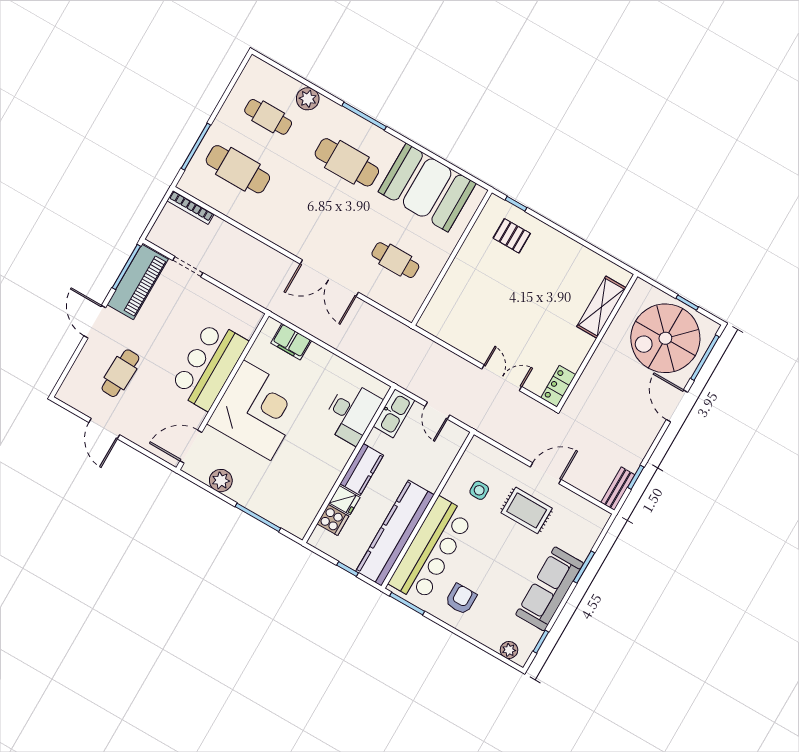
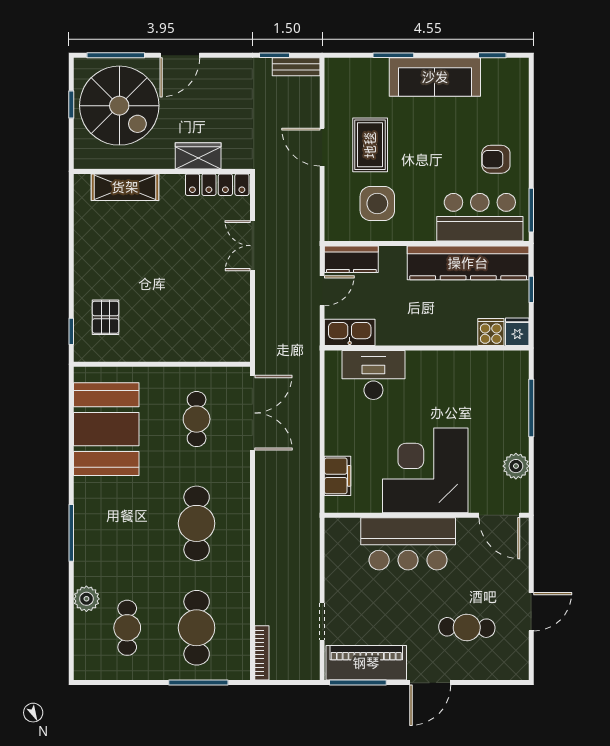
cafe table: (347, 162) -> (197, 523), moved
double door: (329, 278) -> (252, 413), moved
wardrobe: (593, 376) -> (198, 156), added
locker: (558, 386) -> (217, 185), width x1.53
kitchen counter: (362, 469) -> (351, 259), moved, turned 180
side table: (479, 490) -> (377, 204), width x1.87, depth x1.87
fridge: (345, 500) -> (517, 332), moved
bar counter: (431, 550) -> (480, 217), width x0.73
plant: (509, 650) -> (519, 82), removed

